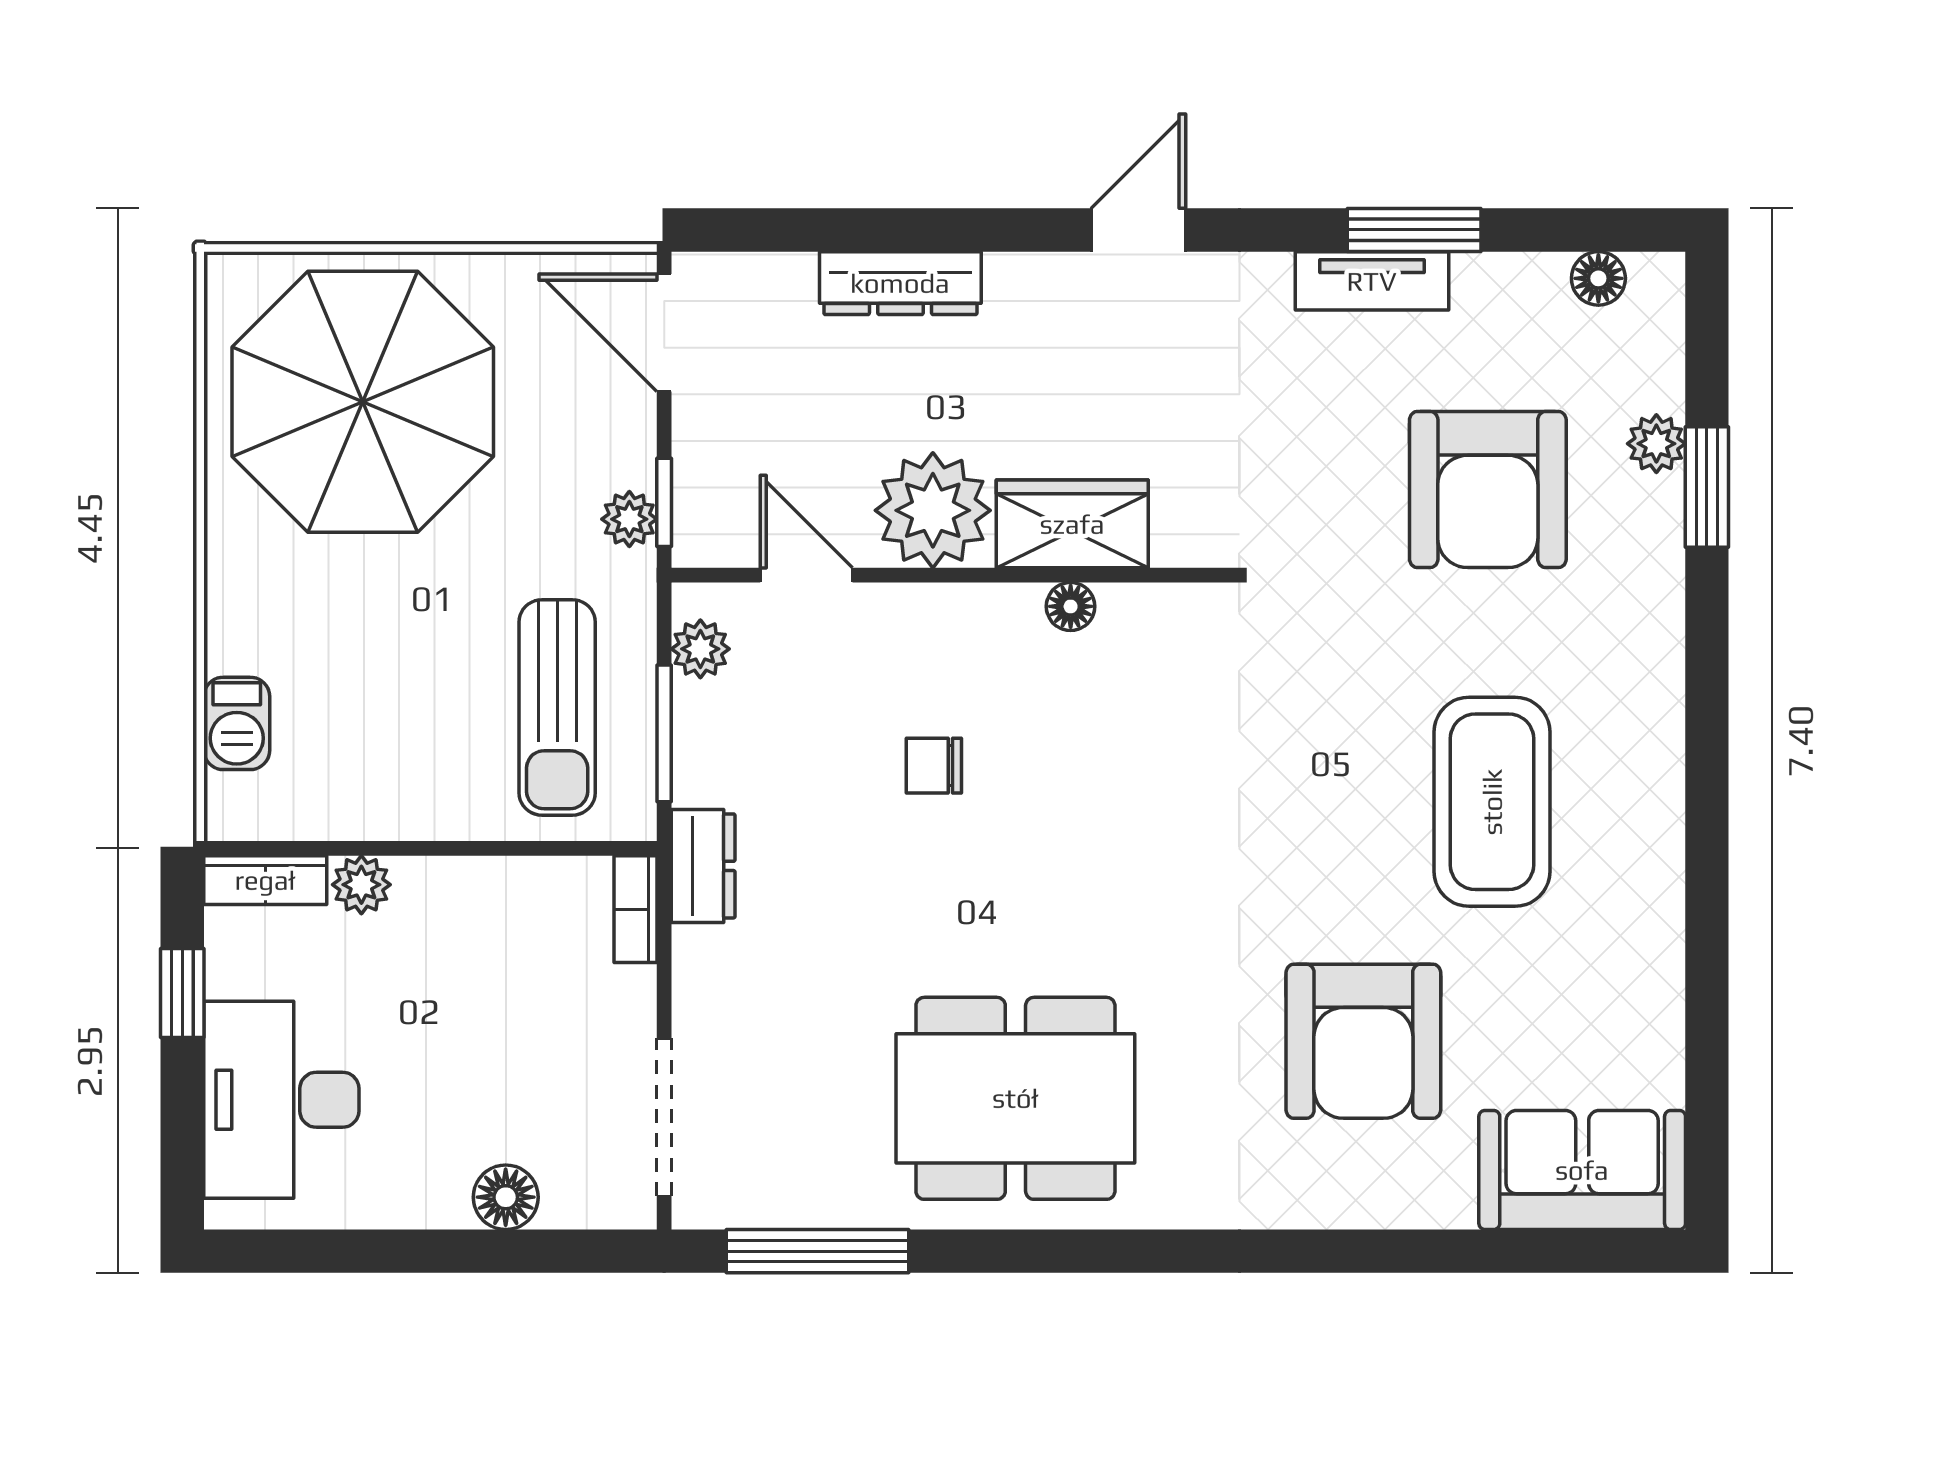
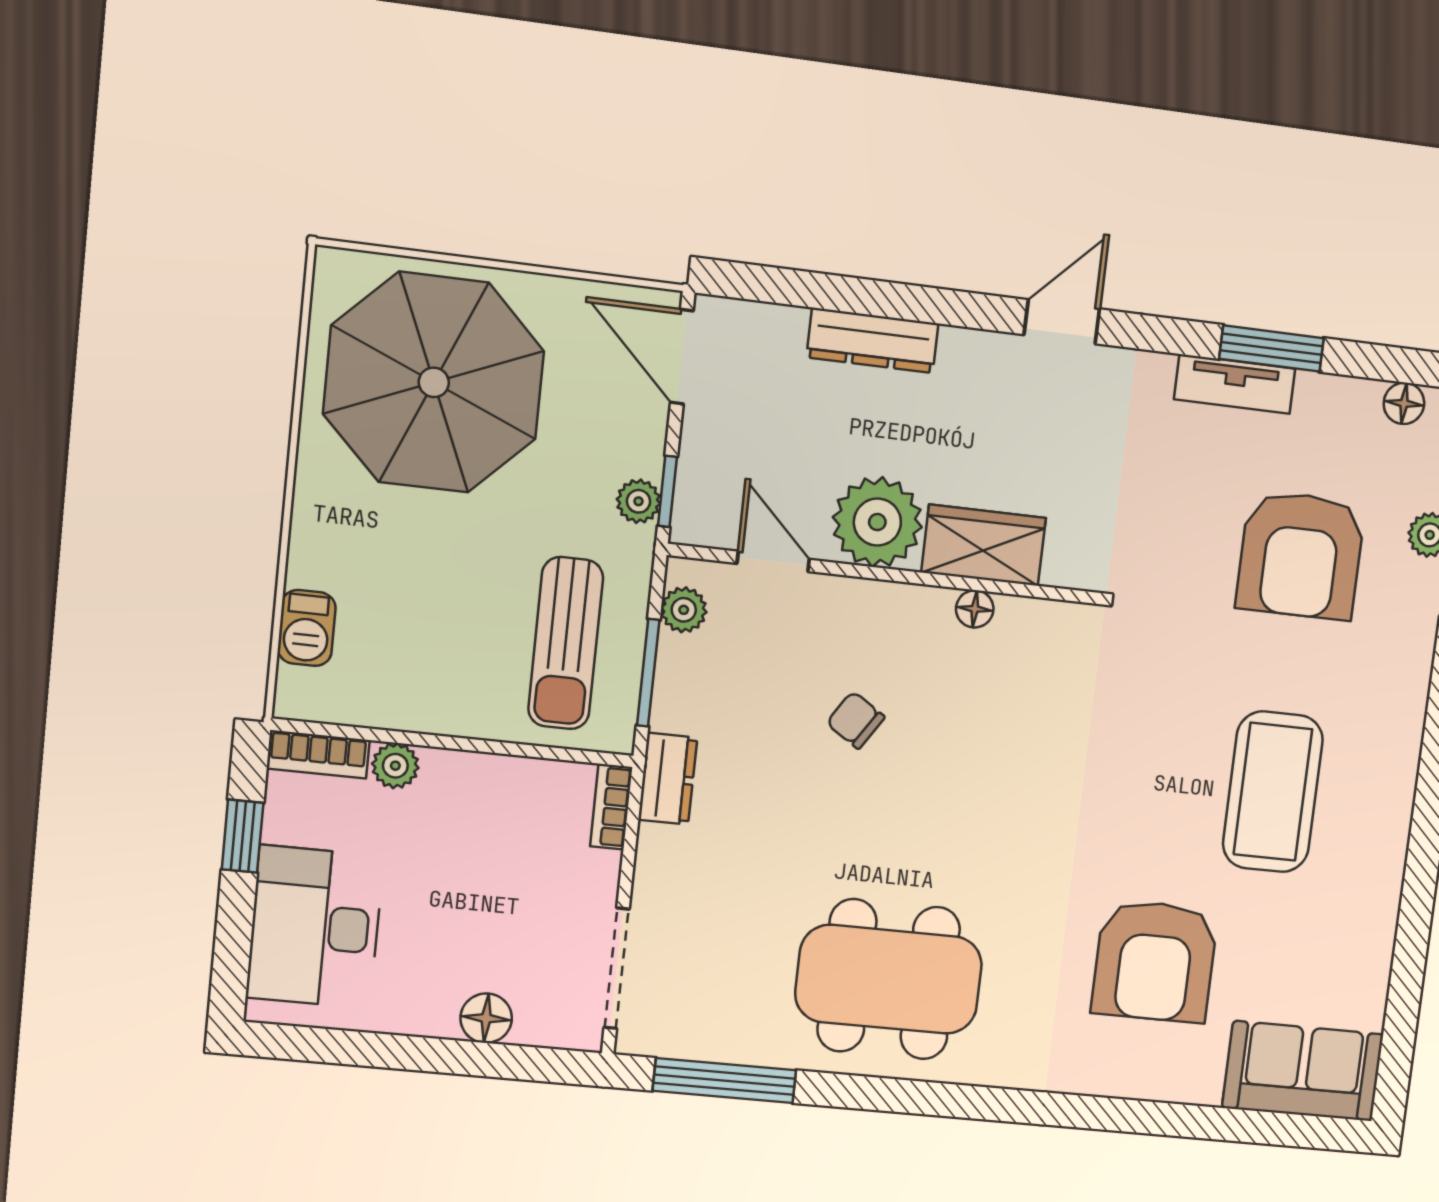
chair: (934, 766) -> (856, 720), turned 33

